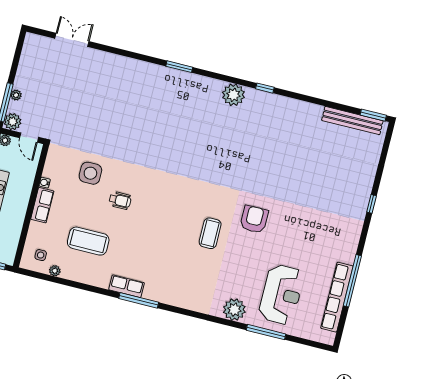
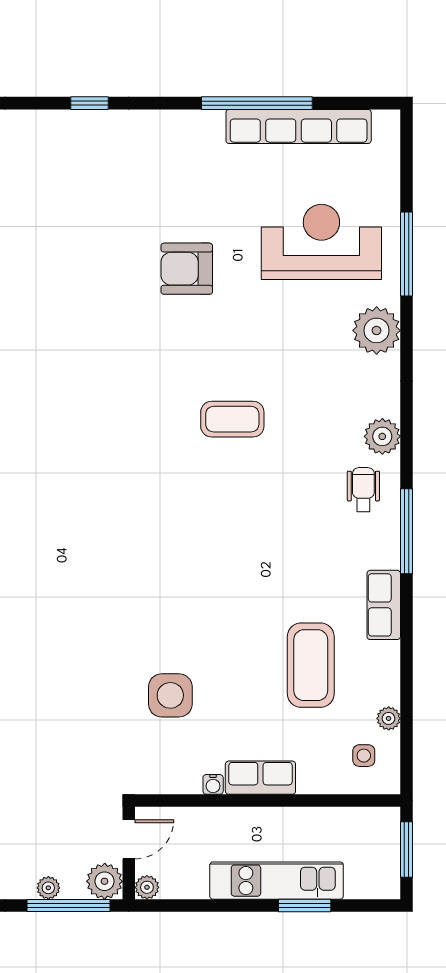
wheelchair: (120, 200) -> (363, 490), moved
armchair: (254, 219) -> (187, 269), moved
row of seats: (127, 286) -> (384, 605), moved
plant: (185, 300) -> (382, 436), added

